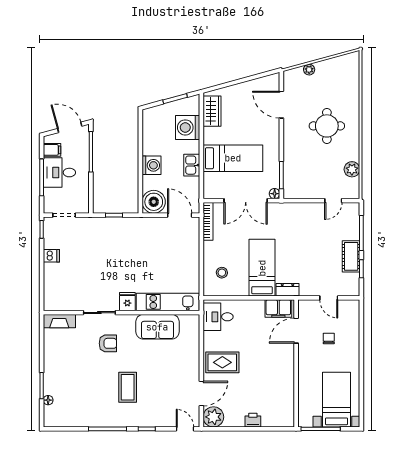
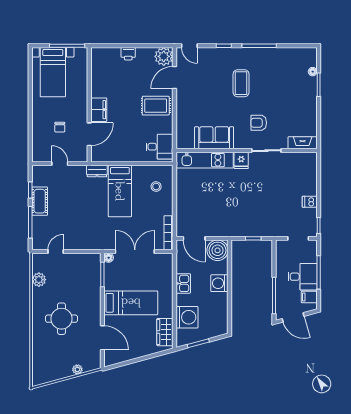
bed: (233, 158) -> (131, 303), moved, turned 180
filing cabinet: (278, 309) -> (99, 110), moved, turned 90

